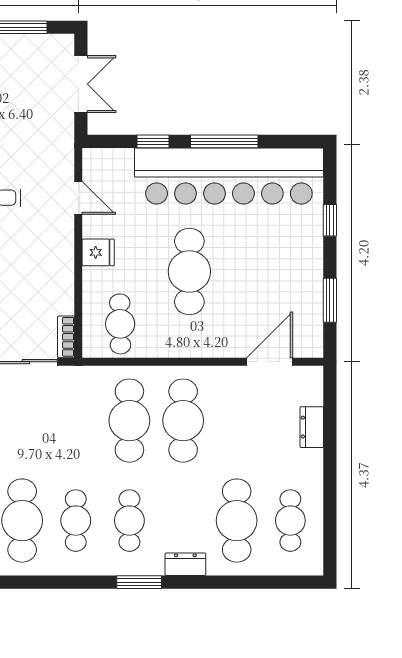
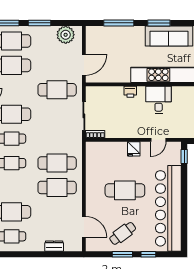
window: (153, 141) -> (184, 157), moved
window: (224, 141) -> (184, 206), removed
window: (330, 300) -> (122, 254), moved
cafe table: (120, 324) -> (123, 233), moved, turned -36

